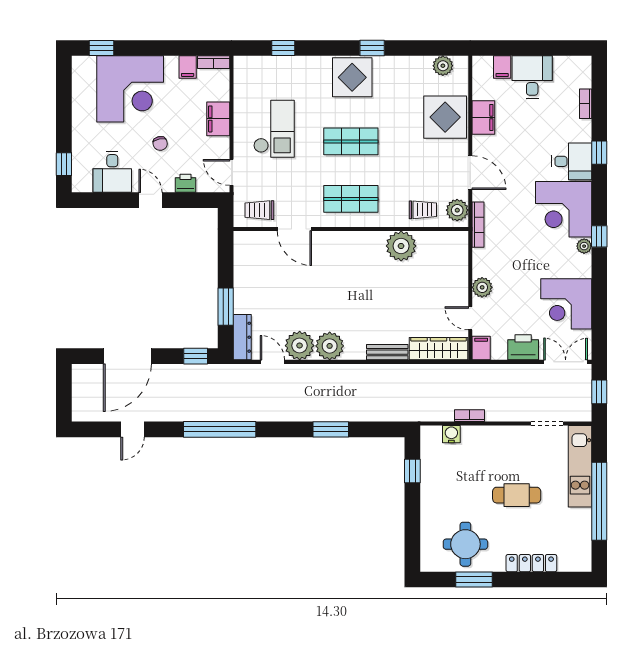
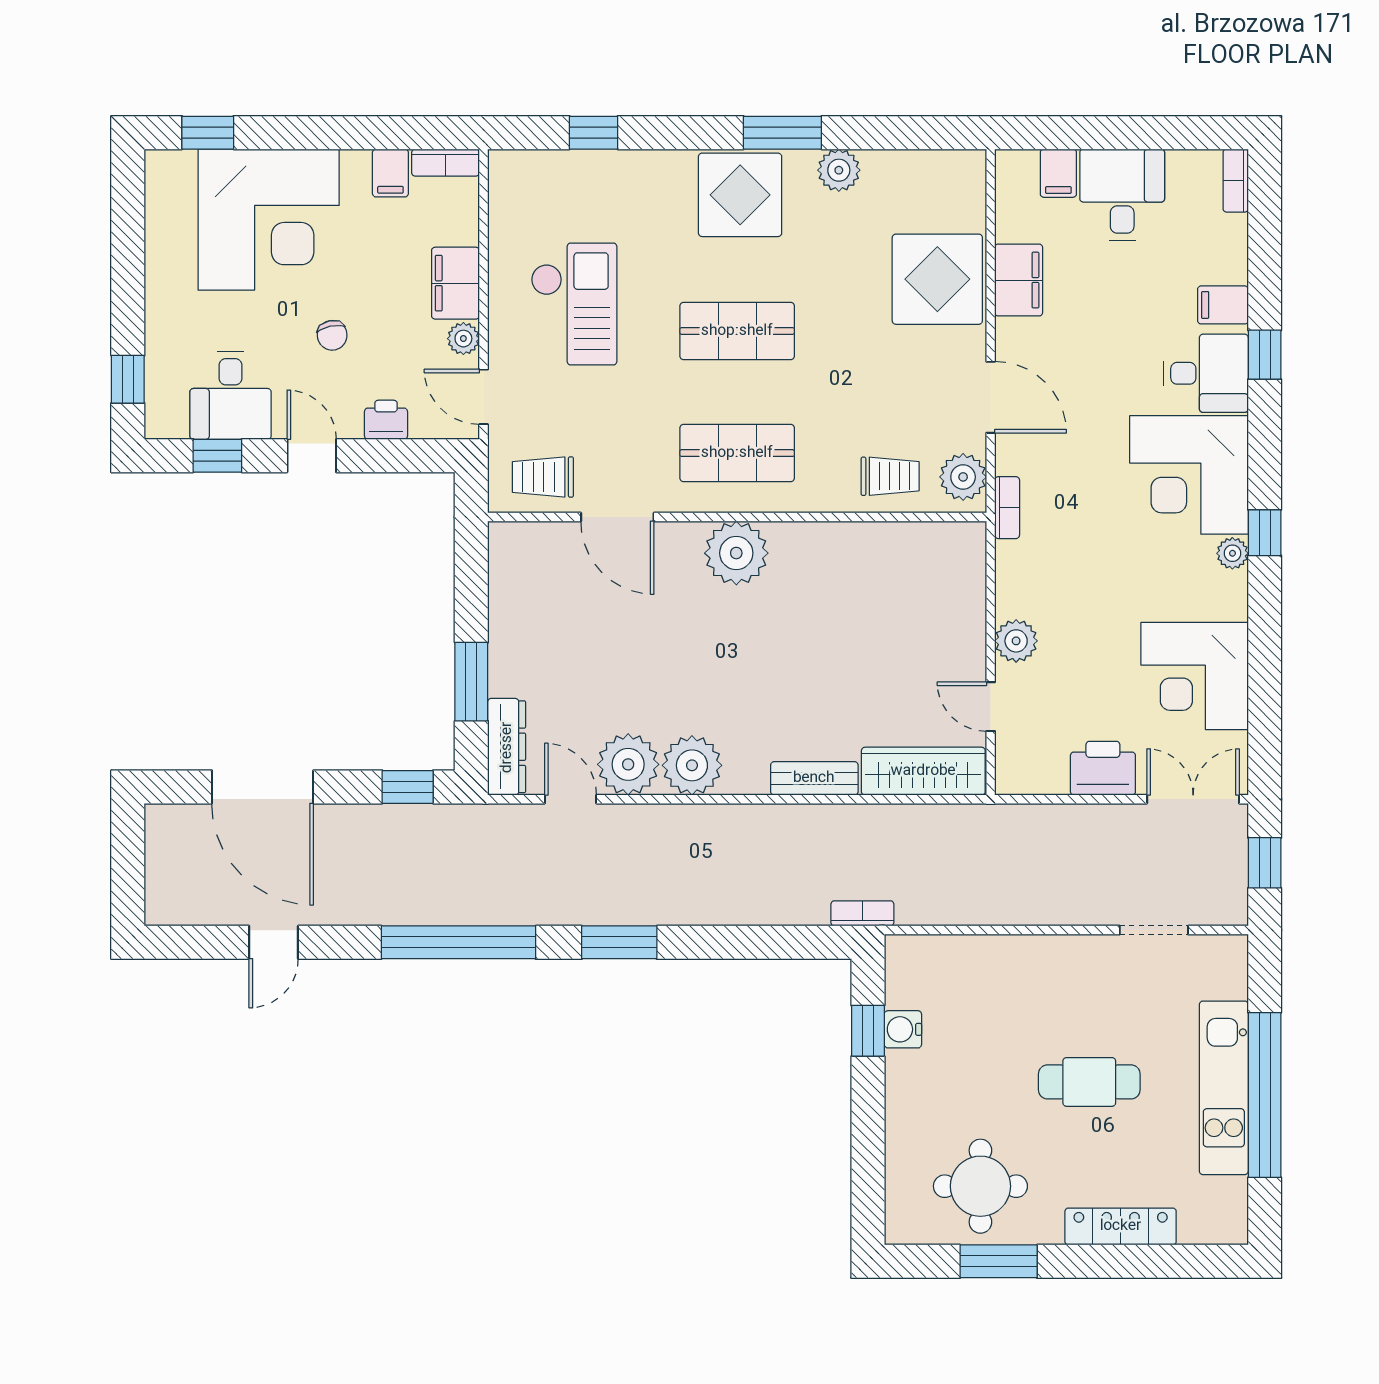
window: (372, 48) -> (782, 133), width x1.50
plant: (443, 66) -> (839, 170), moved
bookcase: (586, 104) -> (1236, 181), moved
plant: (222, 145) -> (463, 339), added
window: (106, 200) -> (217, 456), added
bookcase: (478, 225) -> (1007, 508), width x0.64
plant: (401, 246) -> (736, 553), moved
filing cabinet: (481, 348) -> (1223, 305), moved, turned -90
door: (127, 356) -> (263, 787), hinge flipped
bookcase: (470, 416) -> (862, 913), moved
window: (331, 429) -> (619, 942), moved
water cooler: (451, 434) -> (903, 1029), moved, turned -90
kitchen unit: (580, 466) -> (1224, 1088), moved

